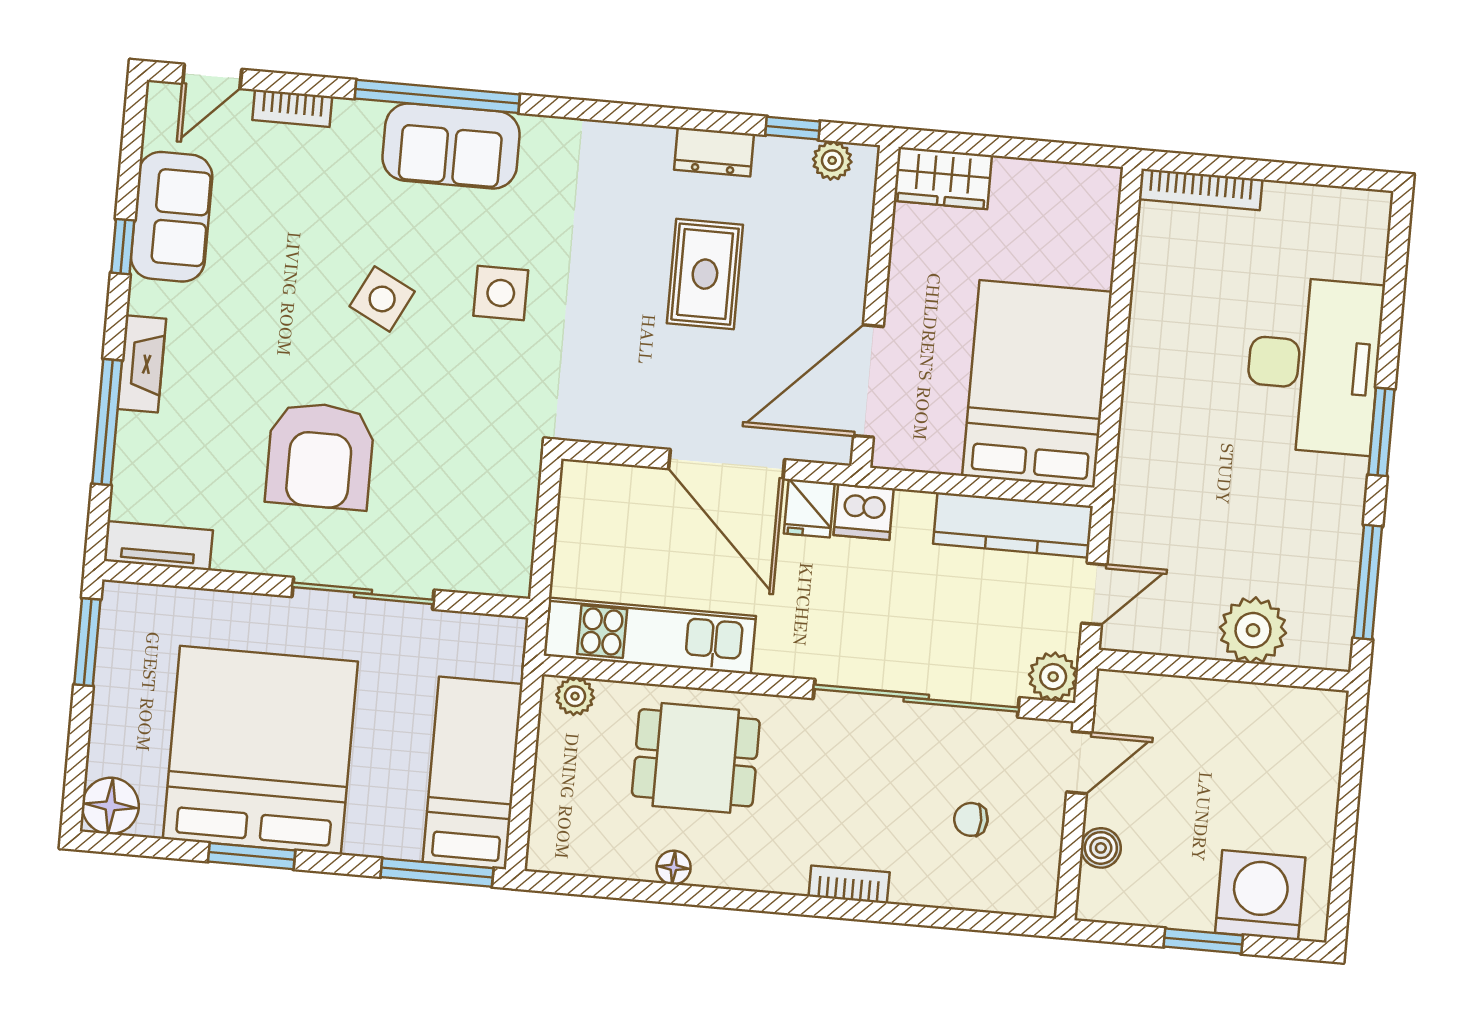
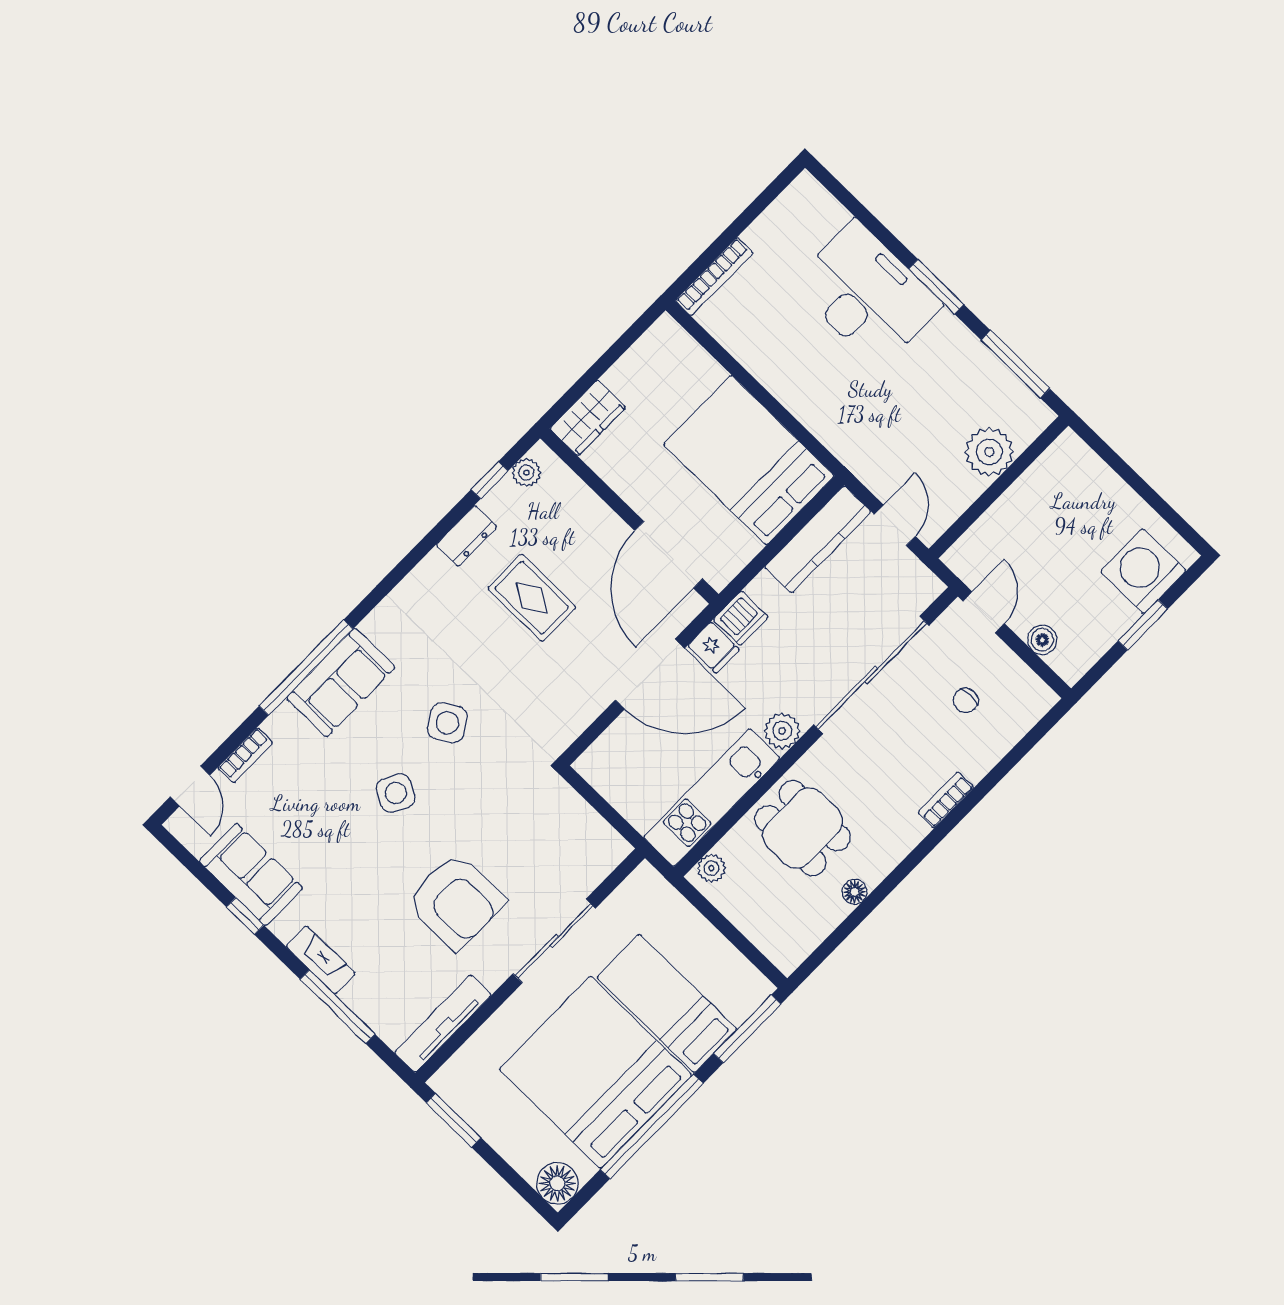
side table: (501, 293) -> (447, 723), turned -32
tv unit: (158, 546) -> (443, 1024), width x1.41
plant: (1053, 677) -> (782, 731), moved
dining table: (696, 758) -> (803, 828), turned 90
bed: (473, 773) -> (667, 1003), moved
window: (252, 856) -> (652, 1126), width x2.11

